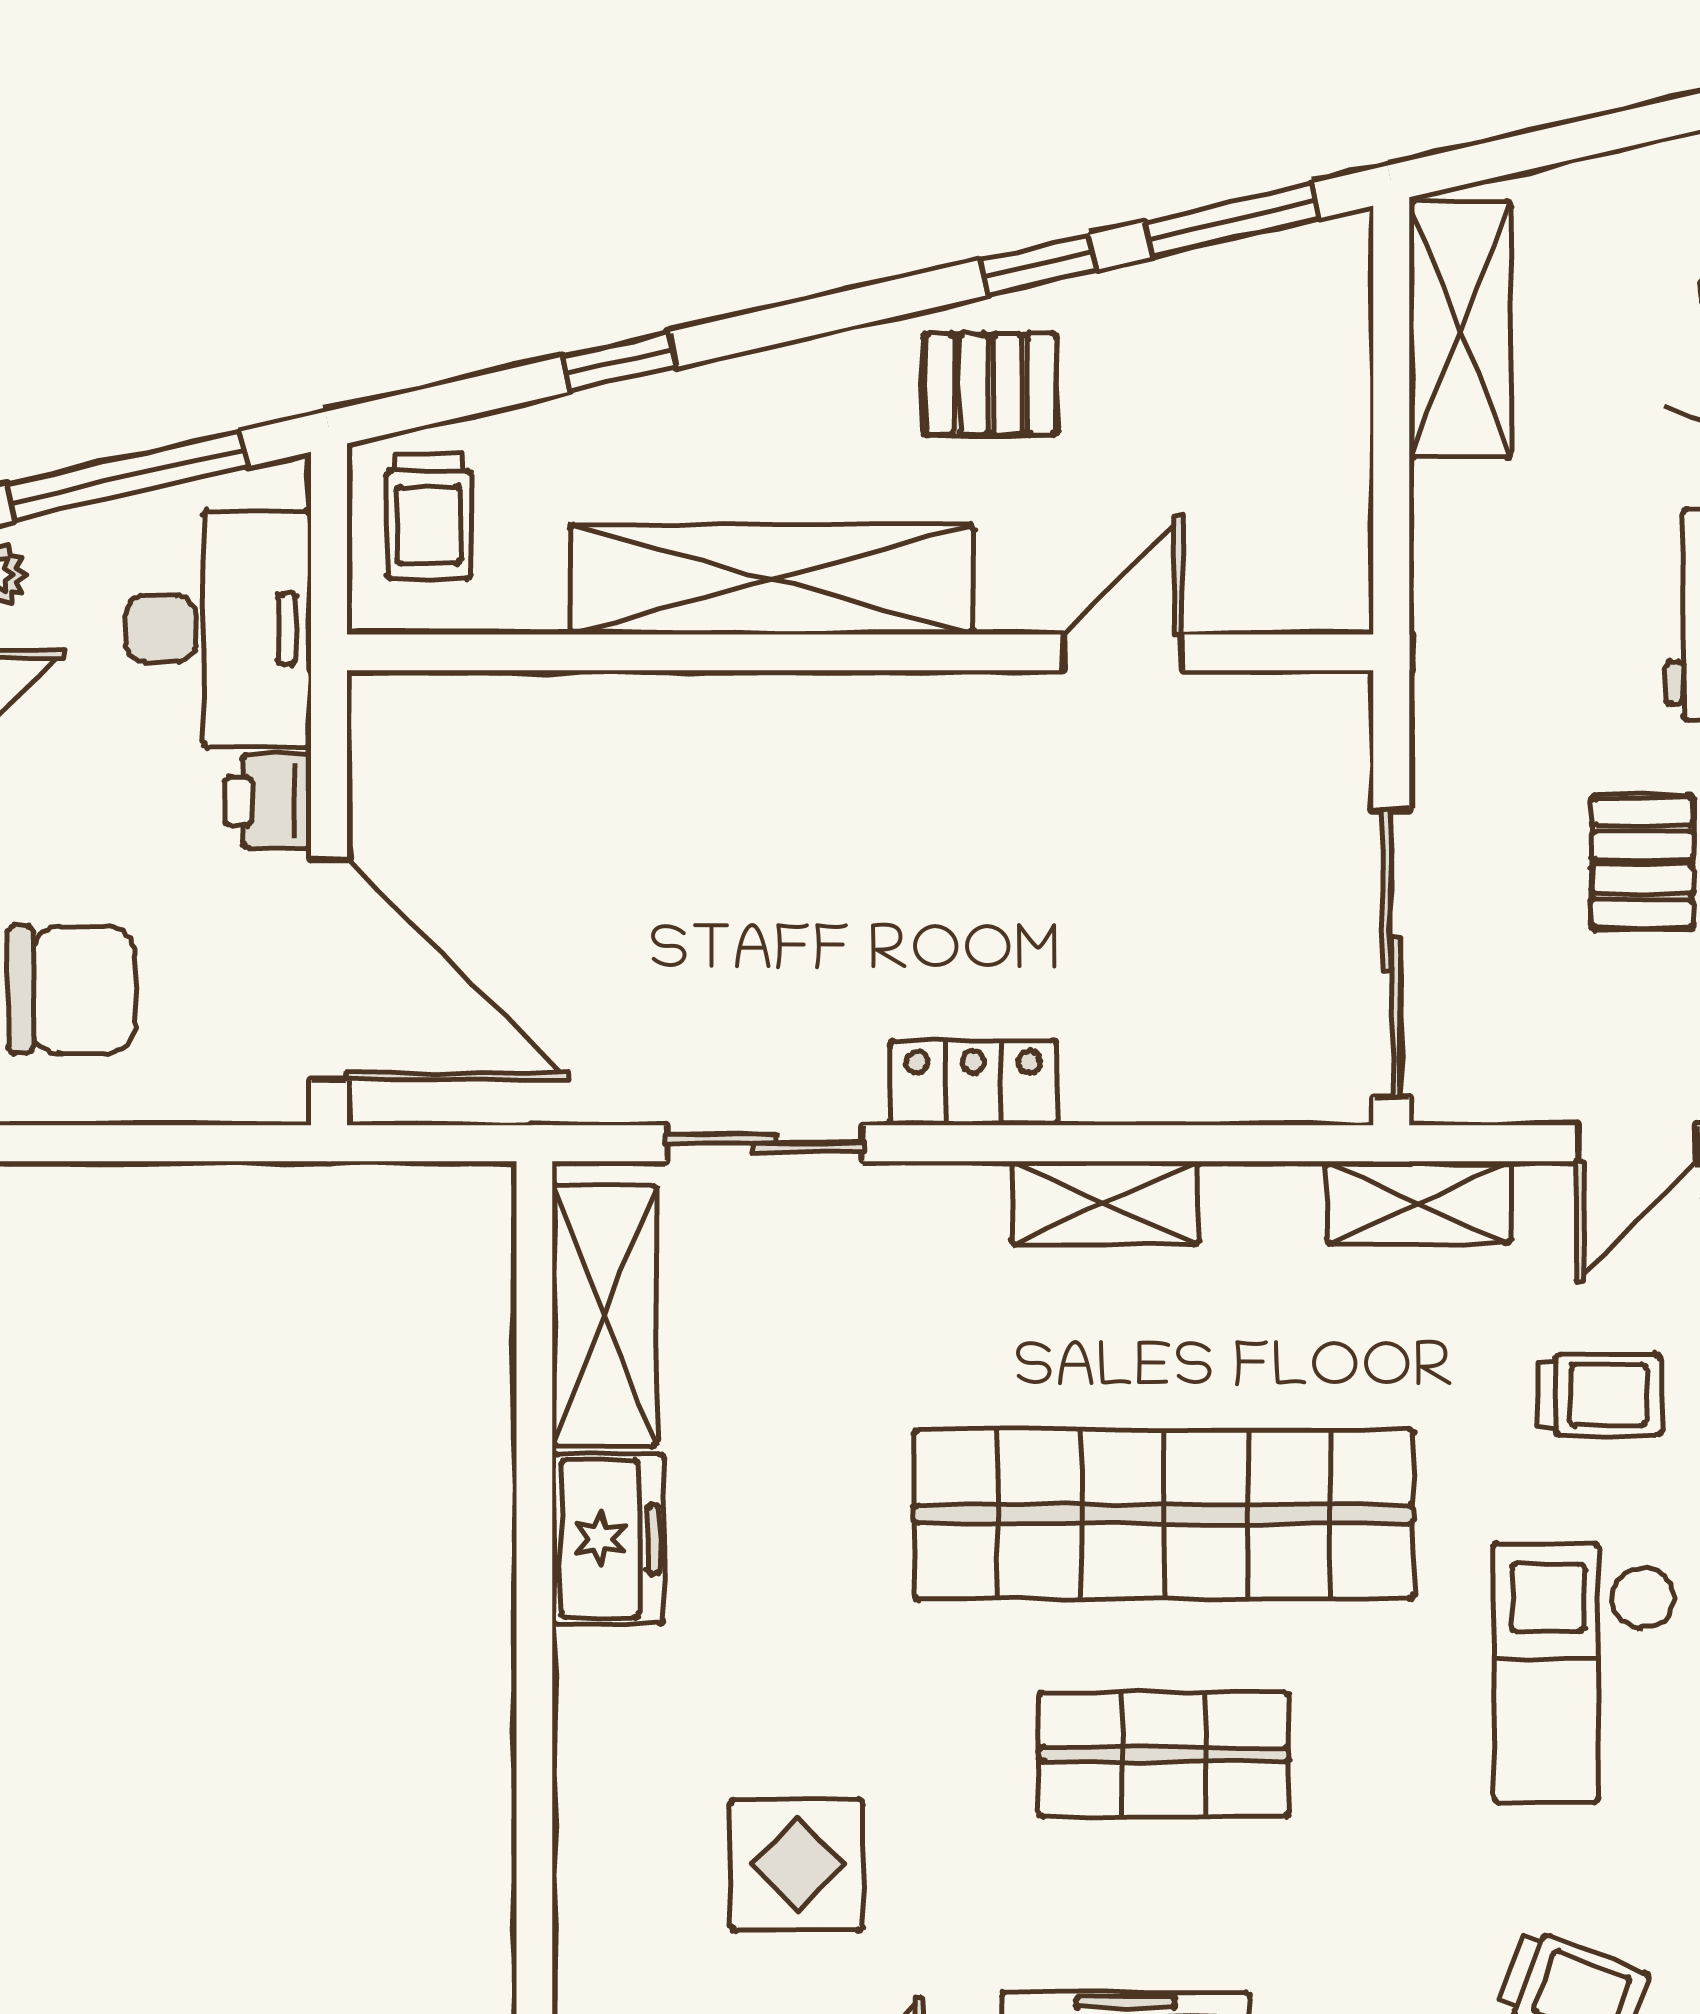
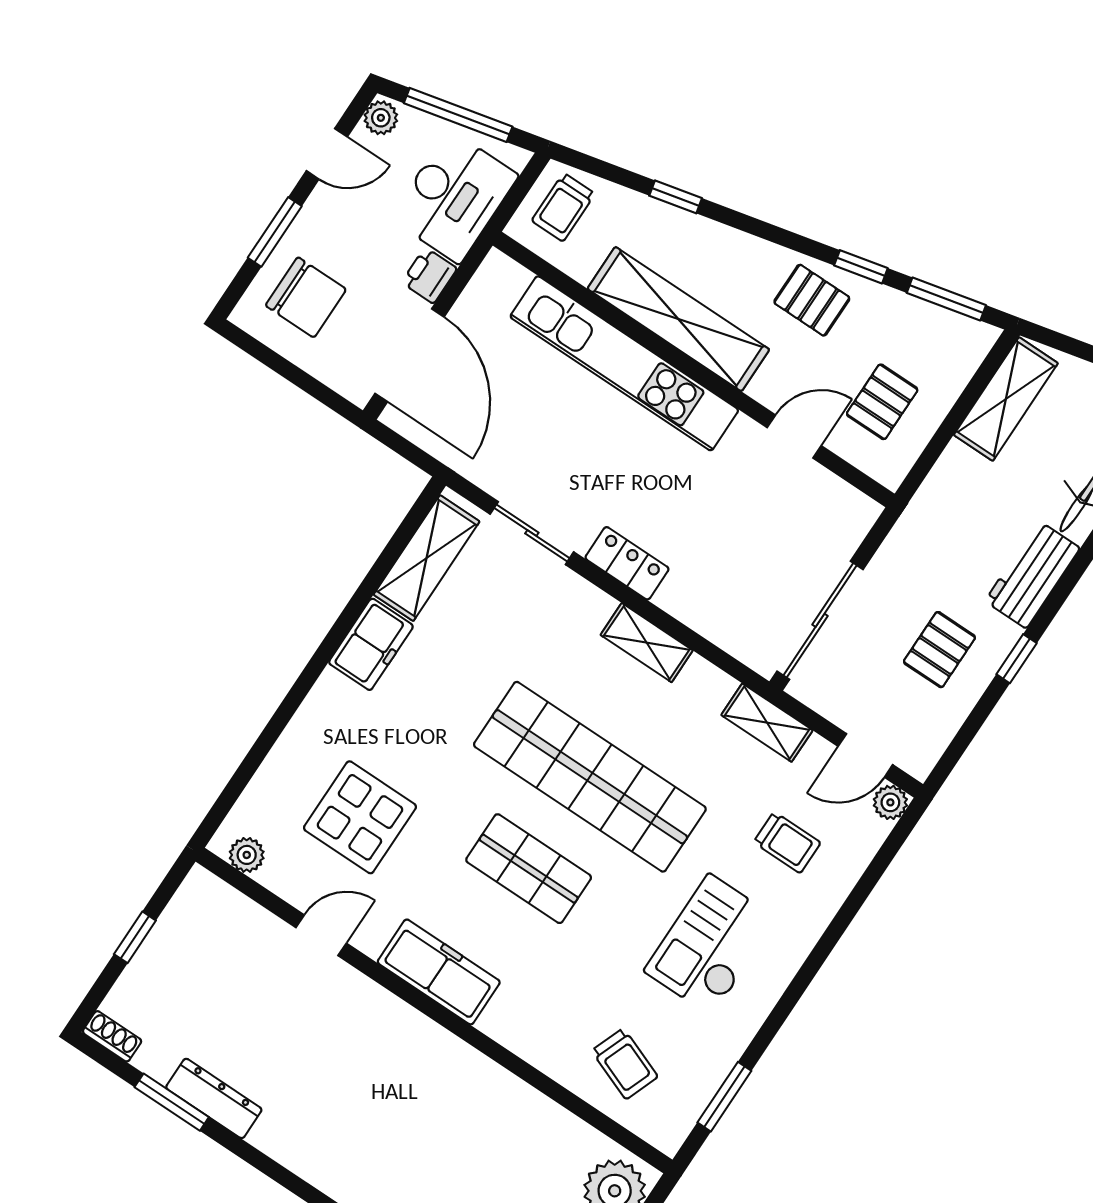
pallet: (1240, 483) -> (882, 402), added
kitchen unit: (727, 725) -> (624, 363), added
display table: (797, 1865) -> (360, 817), width x1.36, depth x1.36

